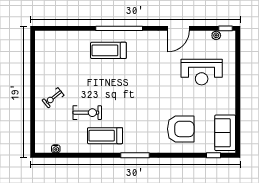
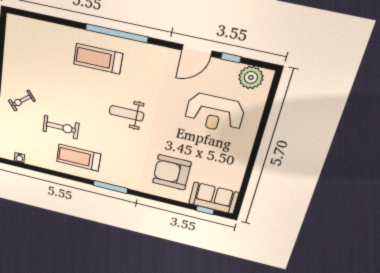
window: (225, 28) -> (231, 58), moved
plant: (216, 35) -> (251, 77), width x1.88, depth x1.88
weight bench: (137, 88) -> (127, 113), added
armchair: (181, 129) -> (172, 172), turned 180
sofa: (225, 133) -> (214, 198), moved, turned 90

